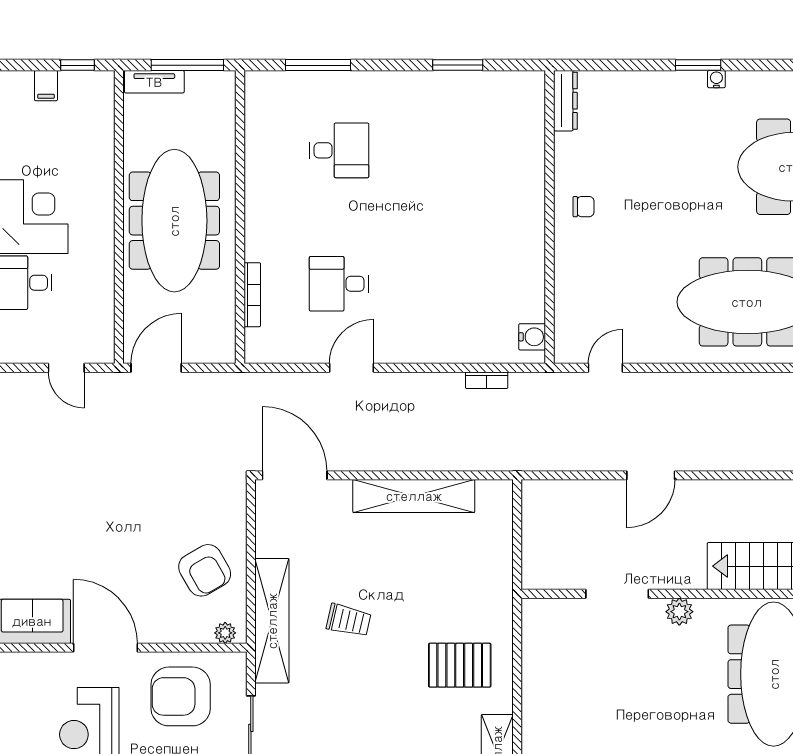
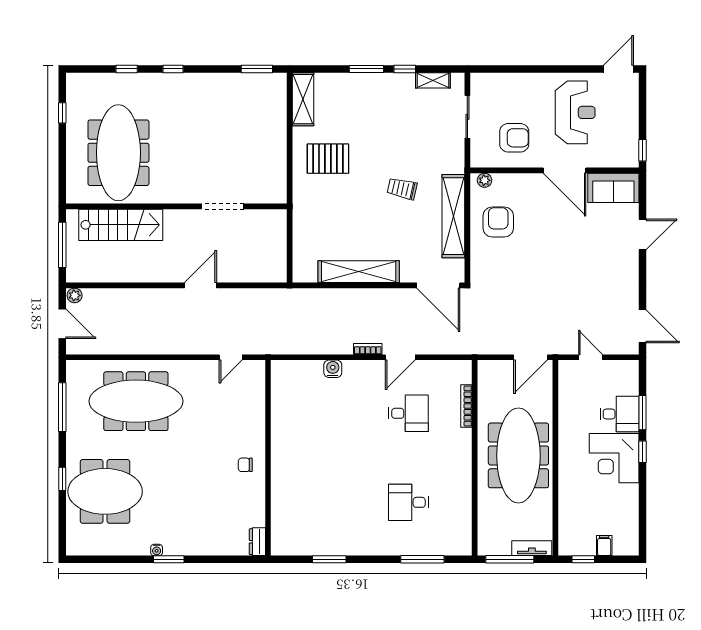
dresser: (565, 101) -> (257, 542), width x0.70
water cooler: (532, 337) -> (333, 369), moved, turned 90
bookcase: (487, 380) -> (368, 349), moved
armchair: (205, 570) -> (498, 222), turned 30
plant: (679, 612) -> (181, 194), removed
shelving: (272, 621) -> (453, 216), moved
armchair: (181, 696) -> (514, 138), width x0.73, depth x0.73

